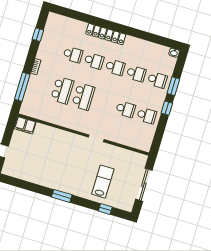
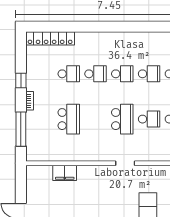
locker: (106, 34) -> (50, 38), moved
window: (38, 35) -> (21, 81), moved
school desk: (83, 97) -> (122, 119), moved
filing cabinet: (25, 125) -> (65, 173), moved

